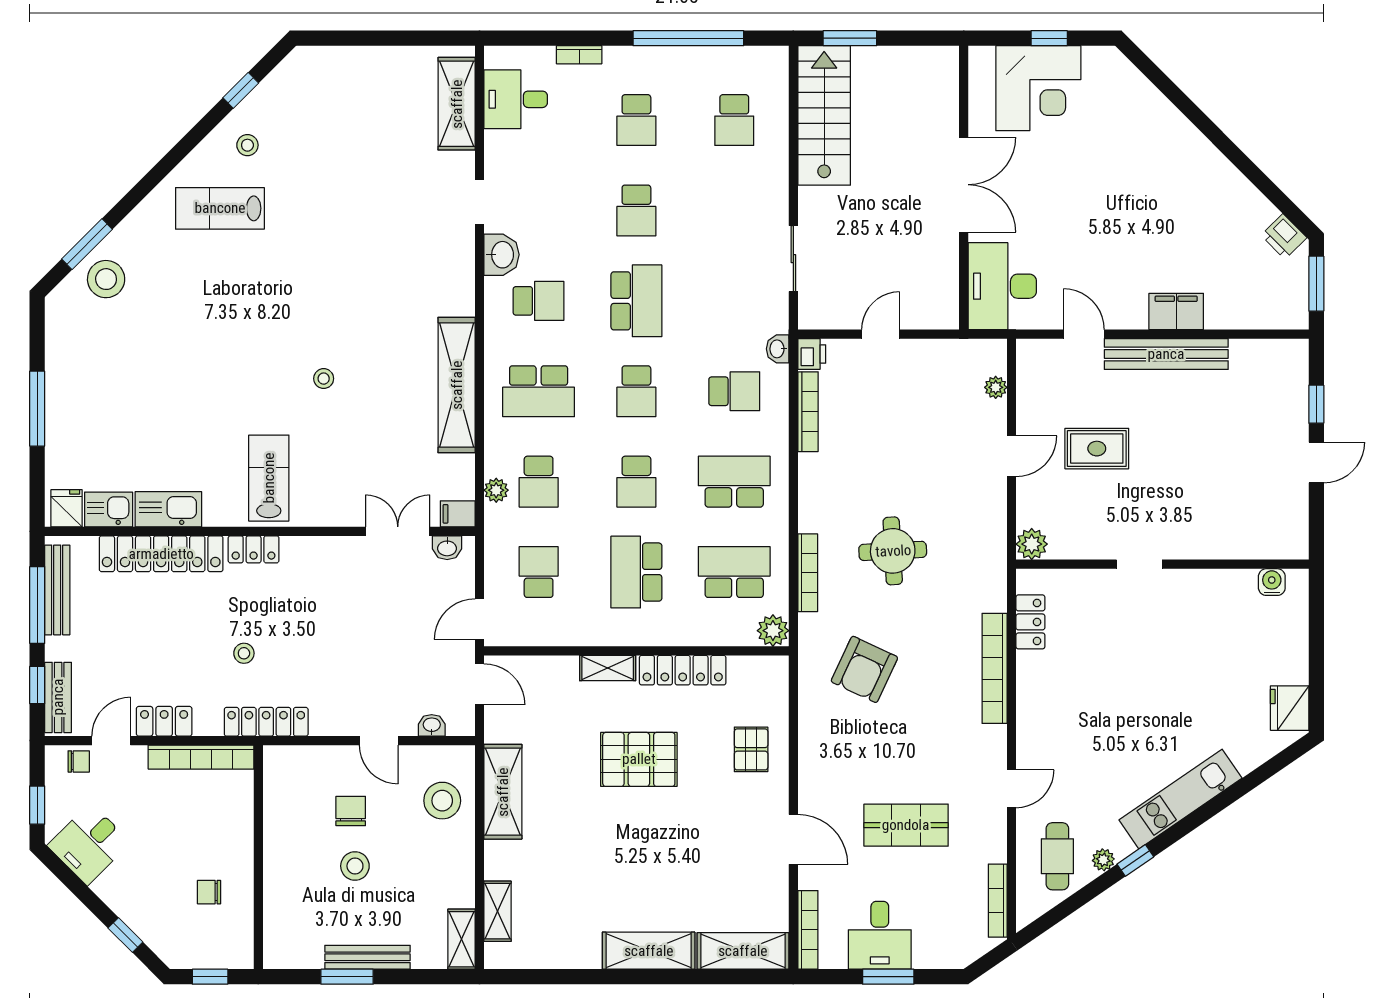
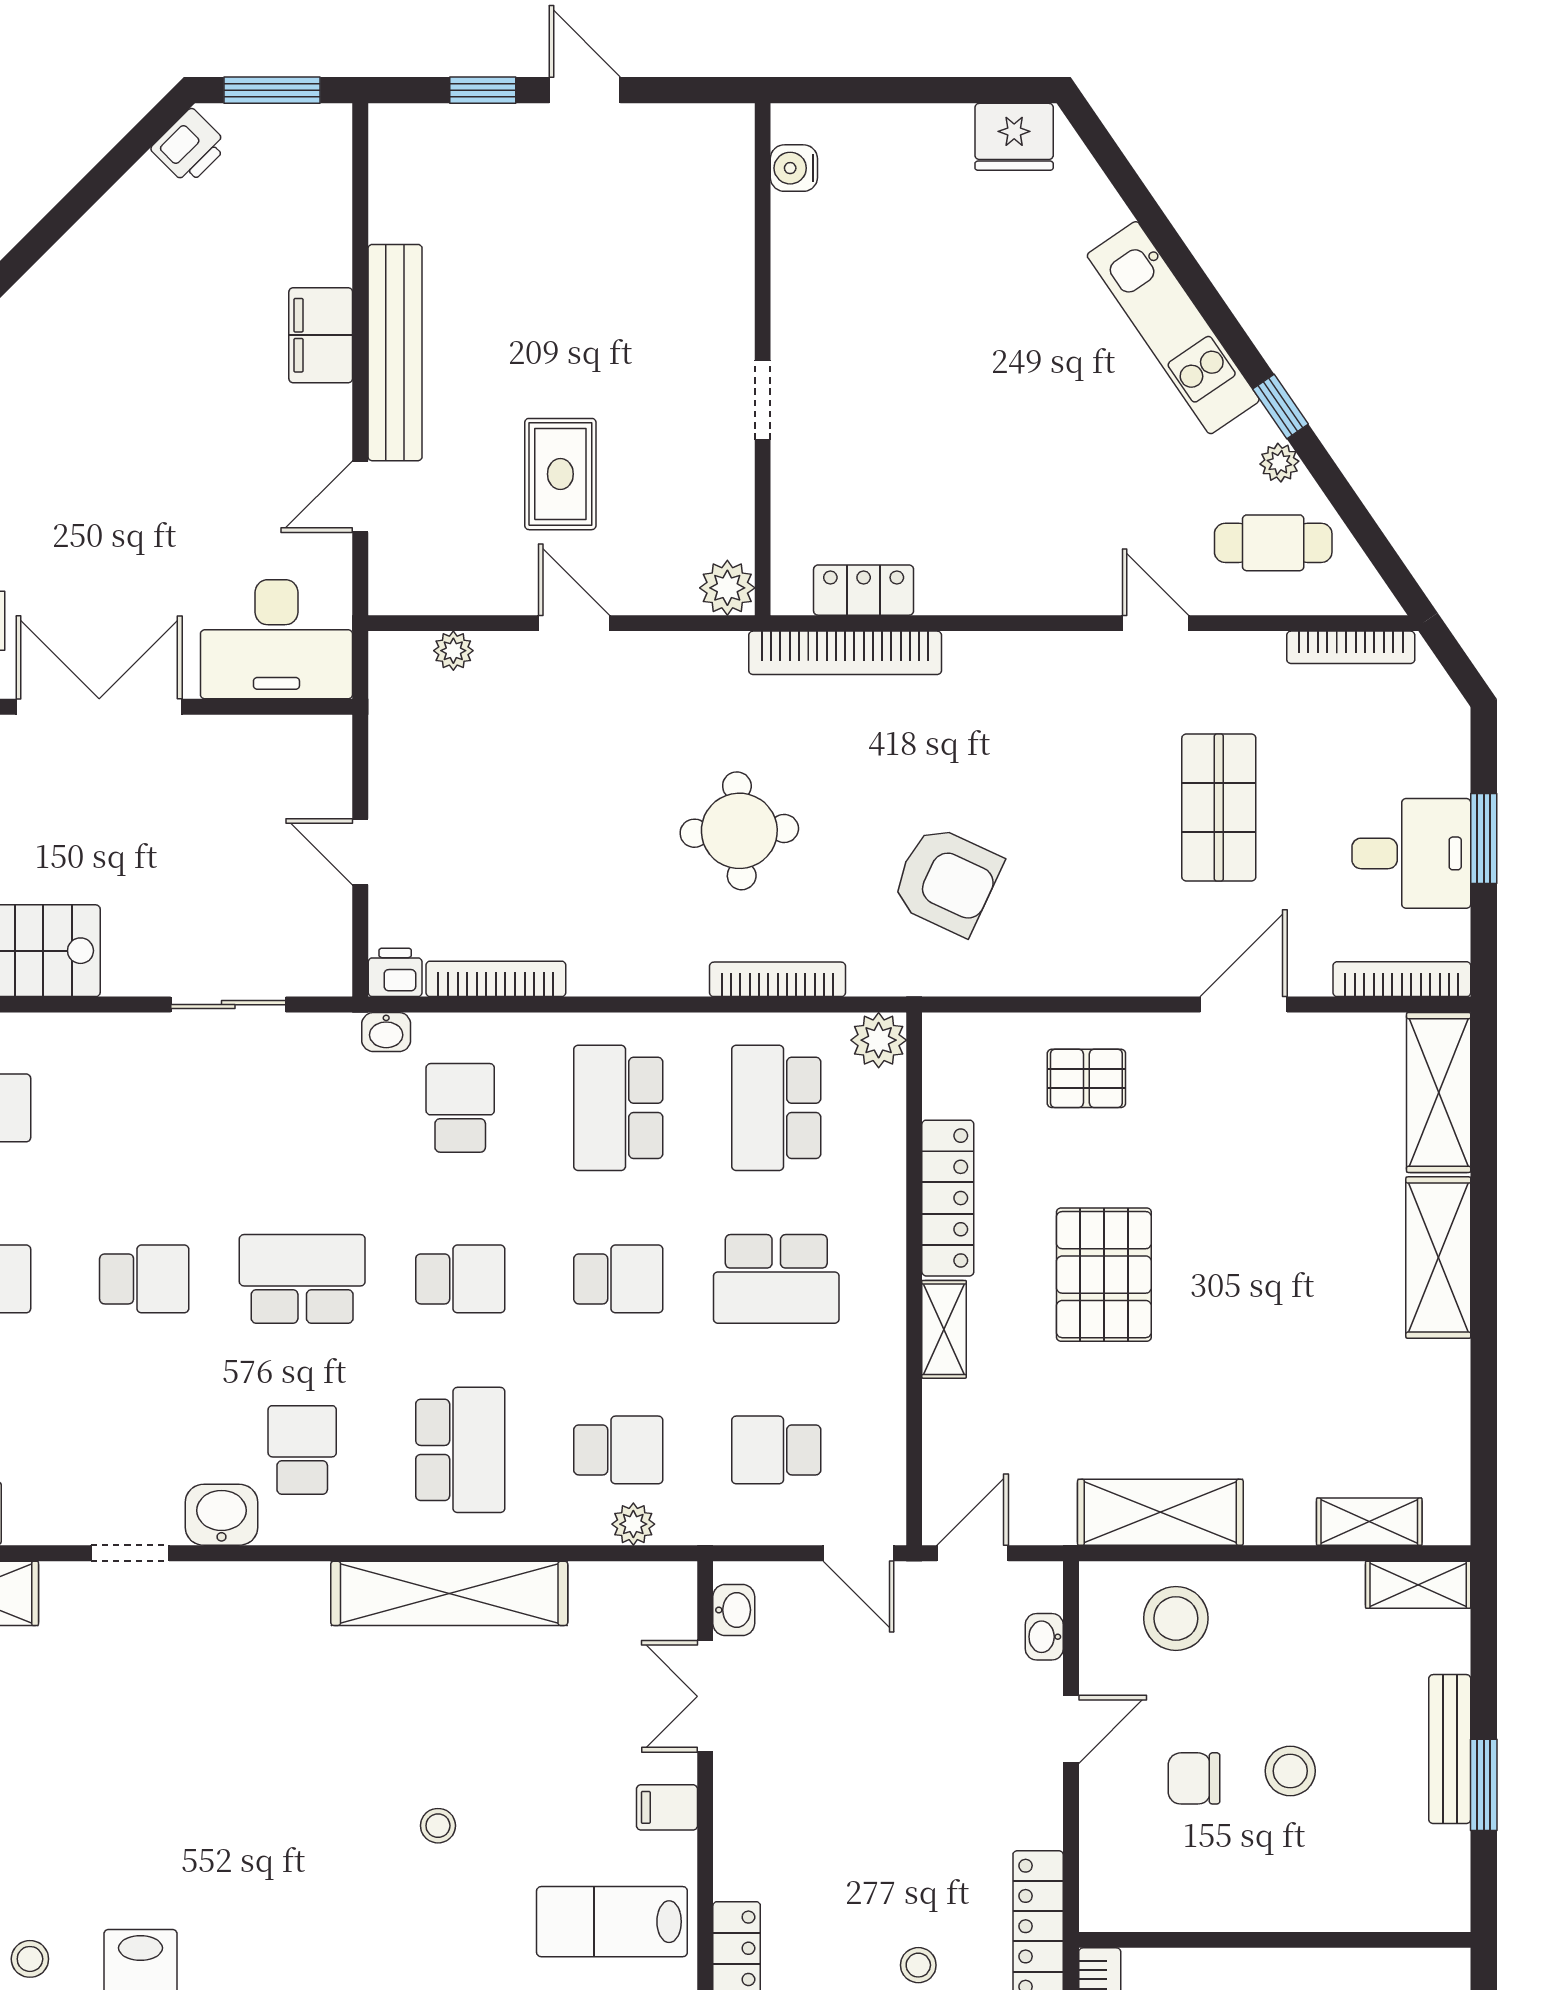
filing cabinet: (458, 514) -> (667, 1807), moved, turned 90
bookcase: (995, 668) -> (845, 653), moved

